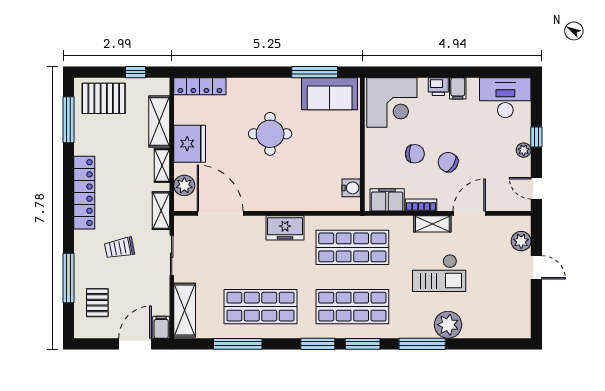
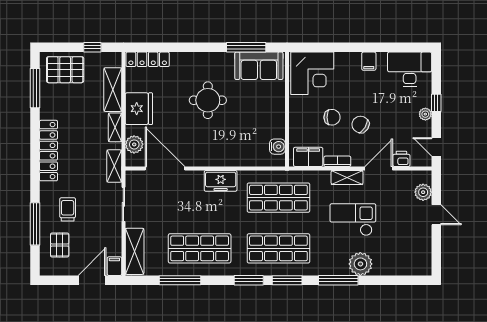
printer: (438, 87) -> (401, 159), moved, turned 180
trolley: (119, 248) -> (68, 209), moved, turned 101
checkout: (439, 273) -> (353, 220), turned 180

